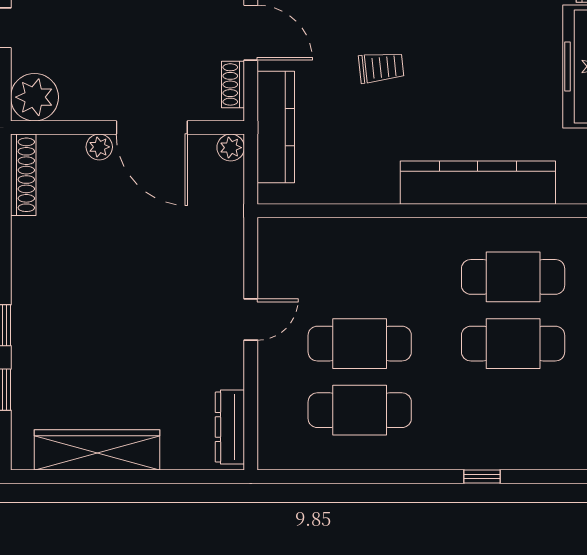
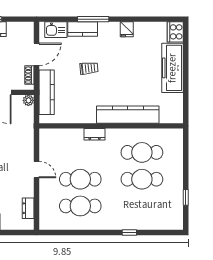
door: (251, 33) -> (37, 54), hinge flipped
dresser: (395, 232) -> (95, 134), added
door: (251, 320) -> (37, 170), hinge flipped
dresser: (230, 427) -> (28, 208), width x0.70

